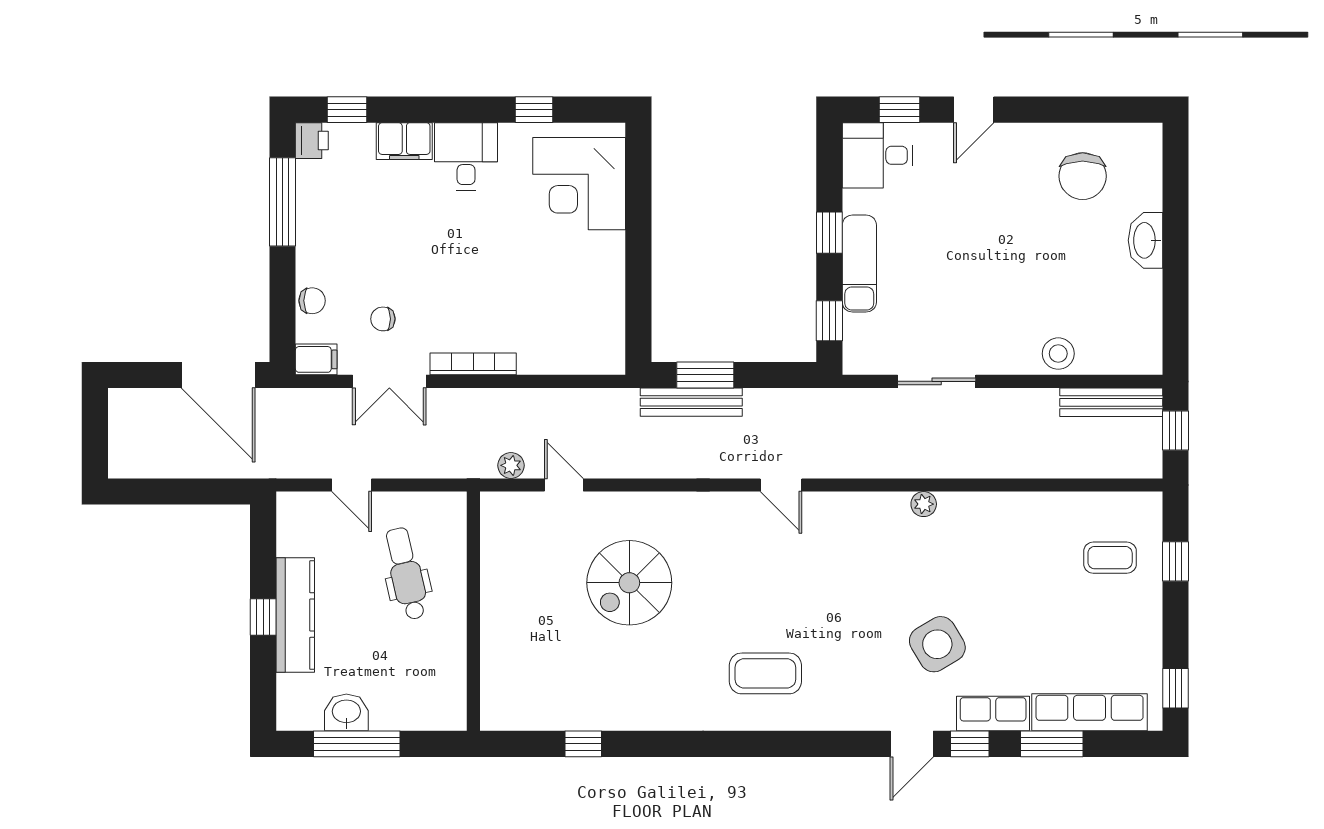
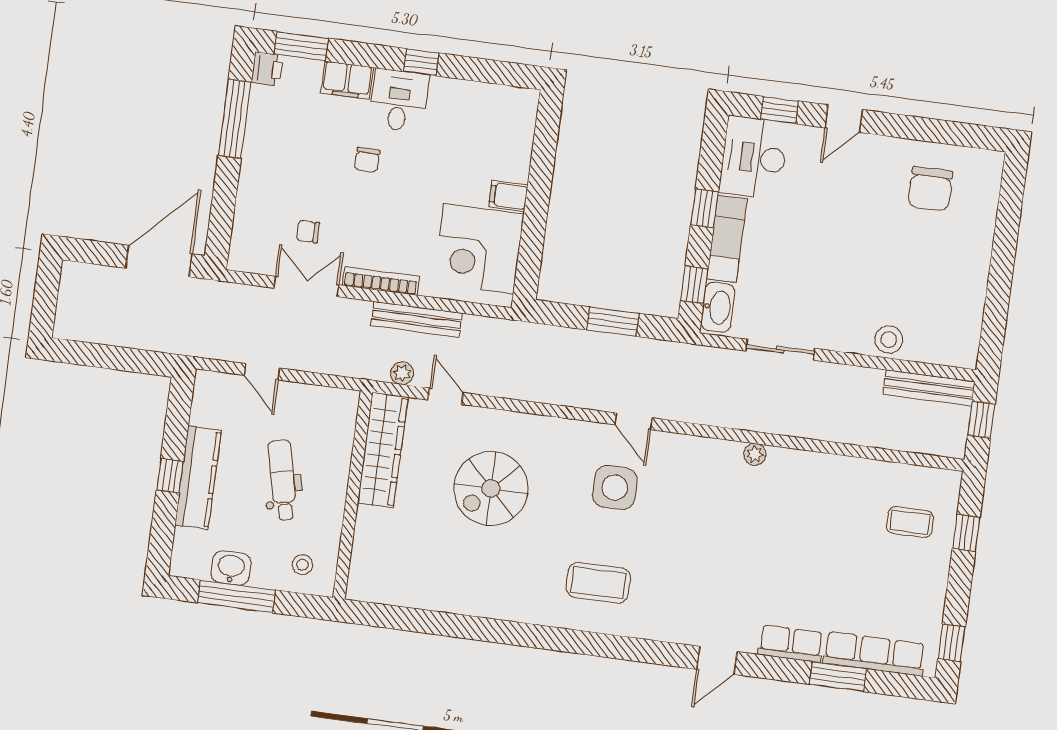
window: (347, 110) -> (301, 46), width x1.50
window: (534, 110) -> (421, 62), moved
desk: (878, 155) -> (754, 158), width x1.37
corner desk: (579, 184) -> (479, 249), moved
washbasin: (1145, 240) -> (718, 307), moved, turned 180
chair: (312, 301) -> (367, 160), moved, turned 91
filing cabinet: (316, 359) -> (508, 196), moved, turned 180
door: (218, 375) -> (159, 261), swing flipped
window: (705, 375) -> (613, 322), moved
double door: (389, 381) -> (306, 286), swing flipped
bench: (691, 402) -> (416, 319), moved
wardrobe: (501, 556) -> (383, 450), added
dental chair: (406, 574) -> (282, 480), moved
side table: (937, 644) -> (615, 488), moved, turned 31
stool: (427, 698) -> (303, 565), added
window: (583, 744) -> (432, 623), removed
window: (970, 744) -> (767, 667), removed

